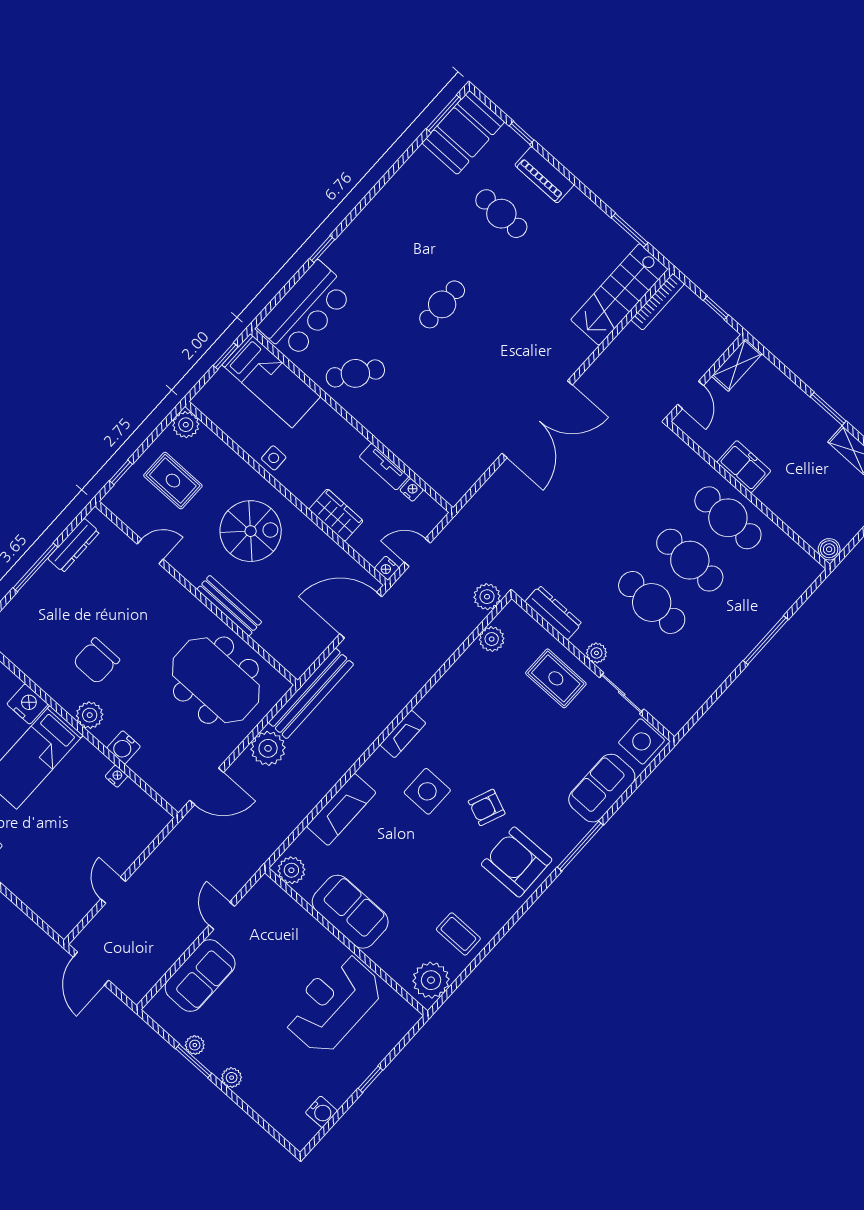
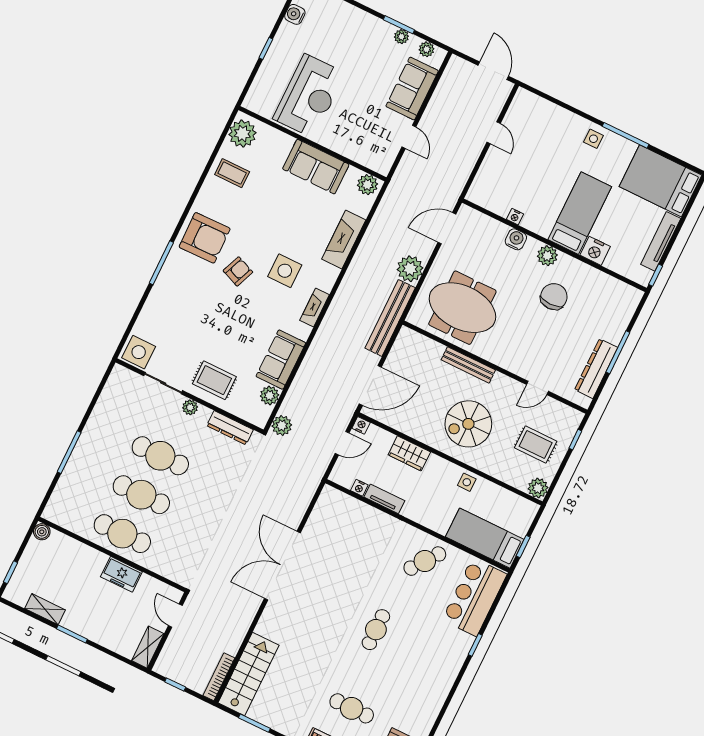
dresser: (74, 545) -> (596, 369), width x1.37, depth x1.24
sofa: (602, 788) -> (281, 360), moved, turned 180
plant: (232, 1078) -> (427, 49), moved

